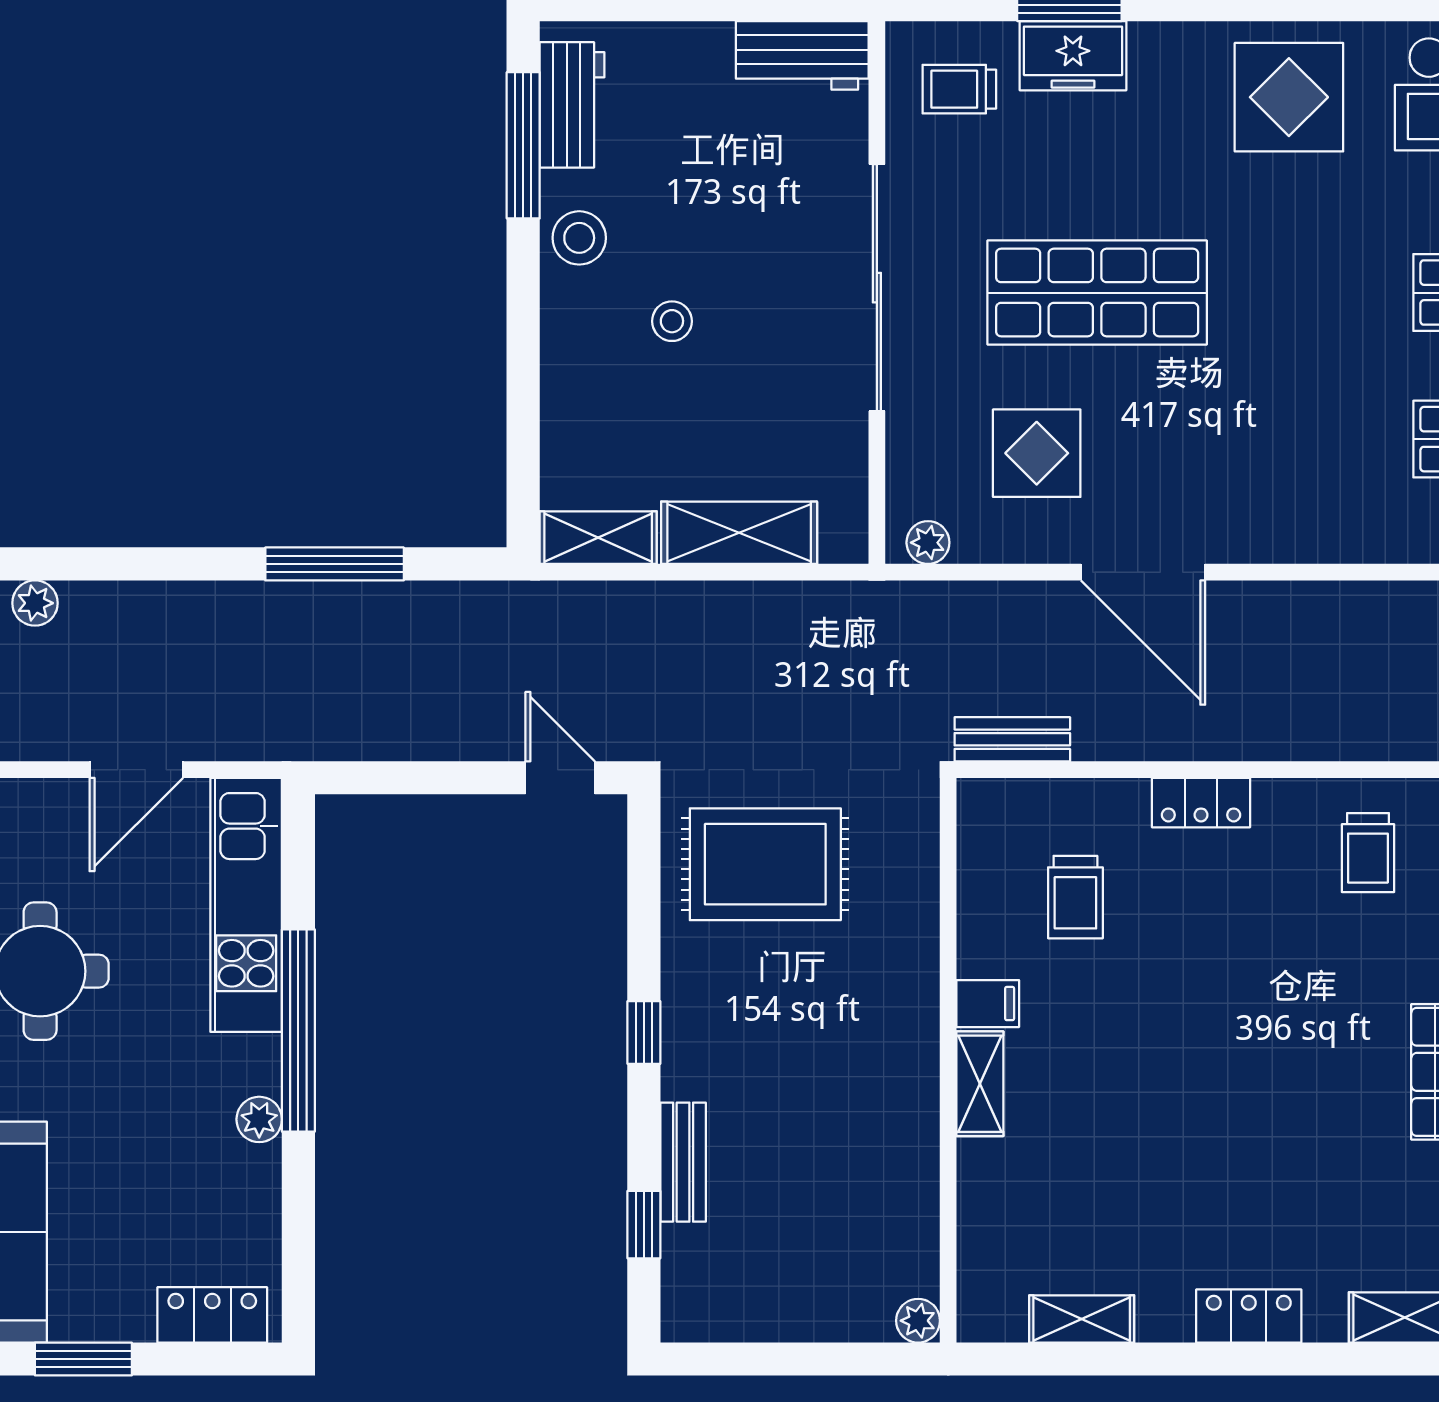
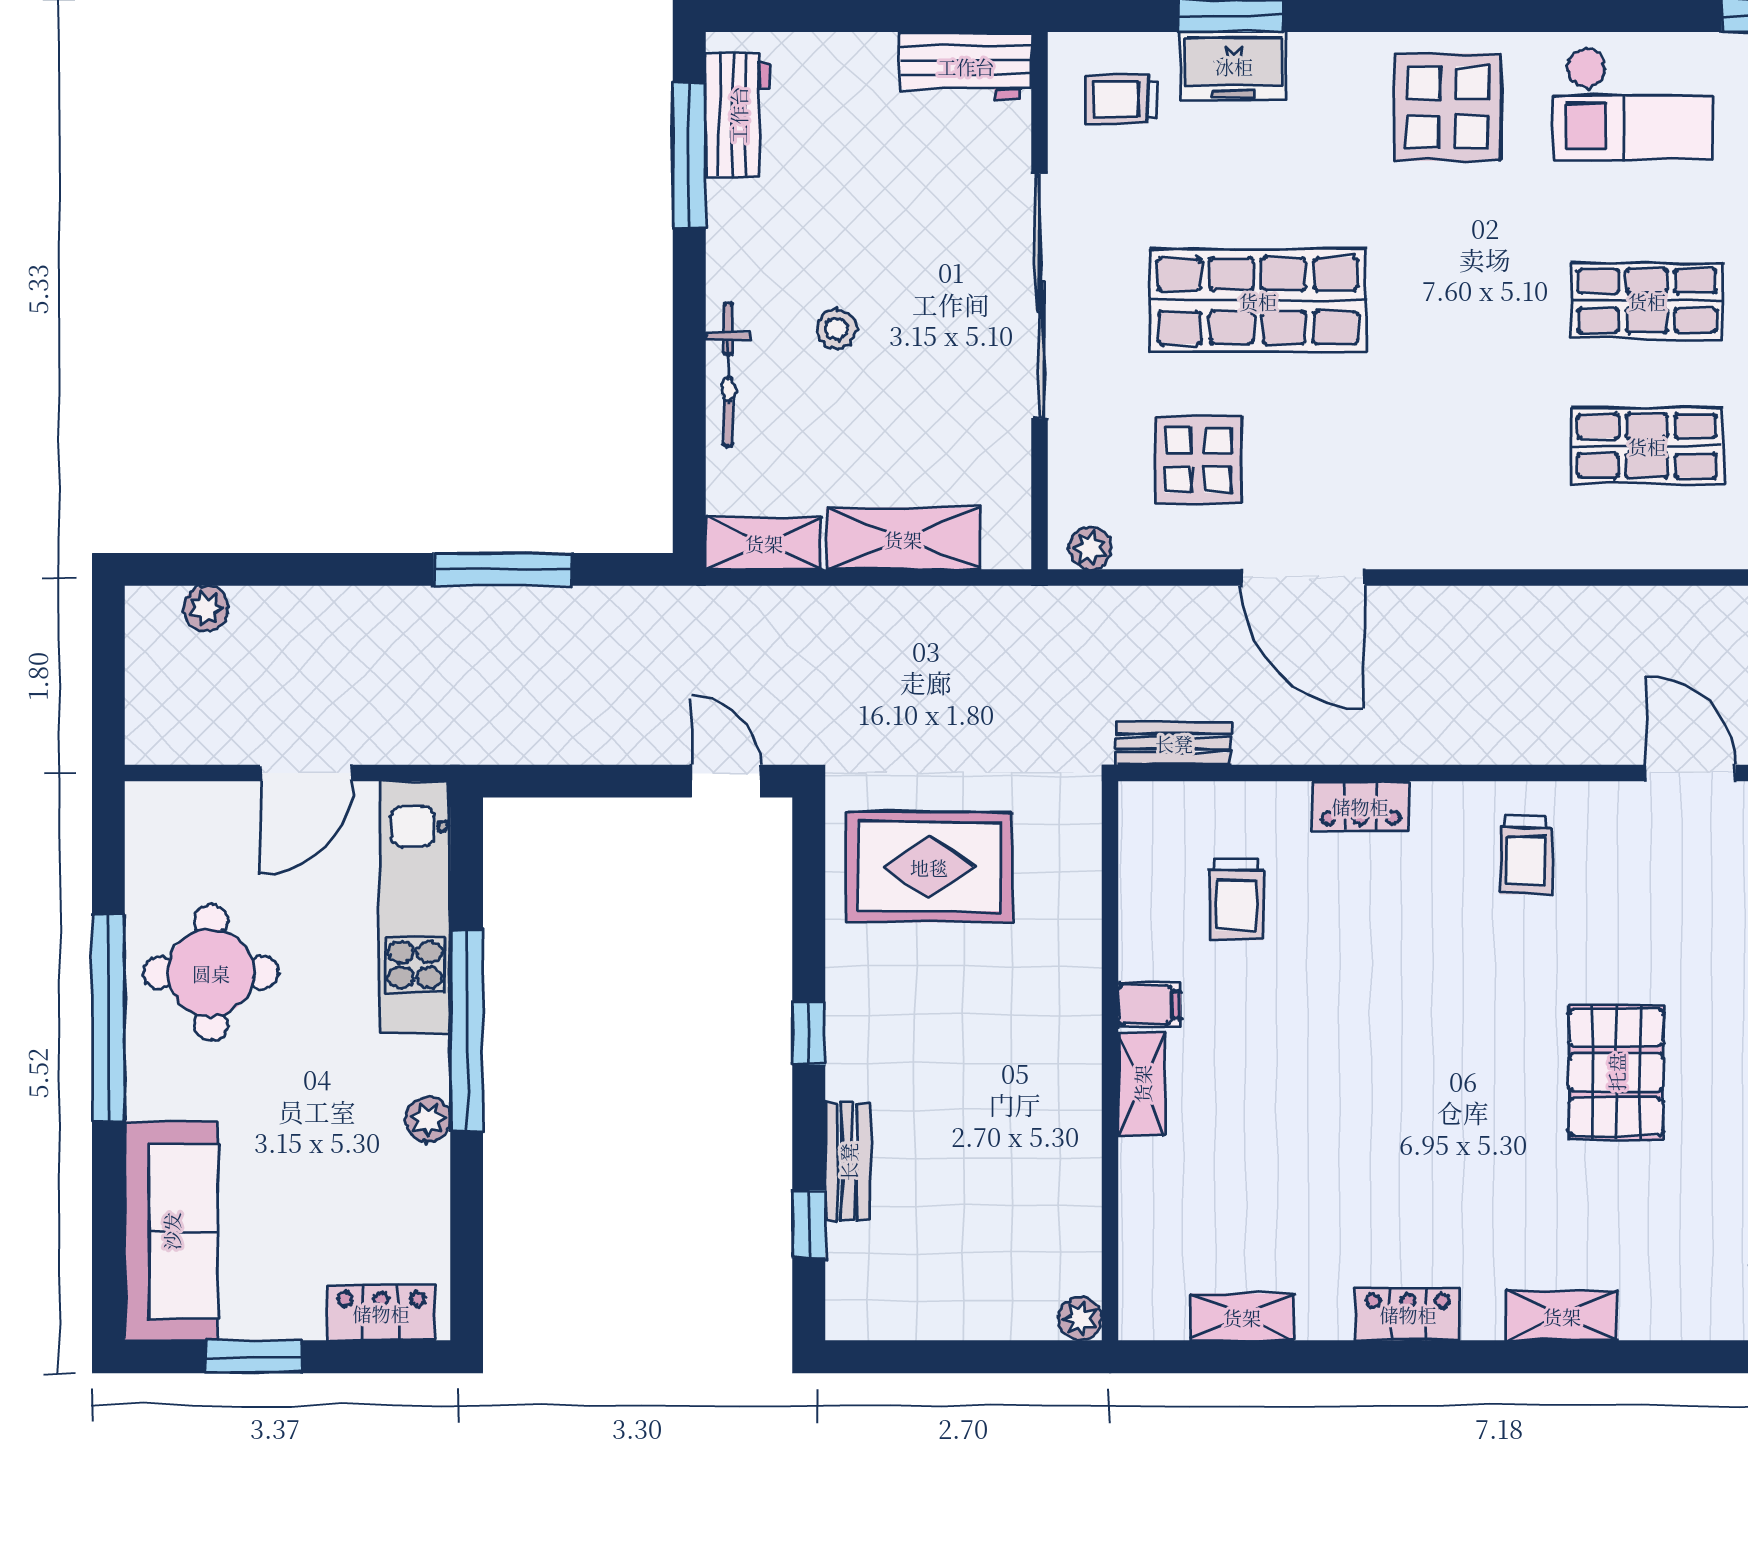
stool: (579, 238) -> (745, 247), removed
bicycle: (563, 367) -> (728, 375), added

